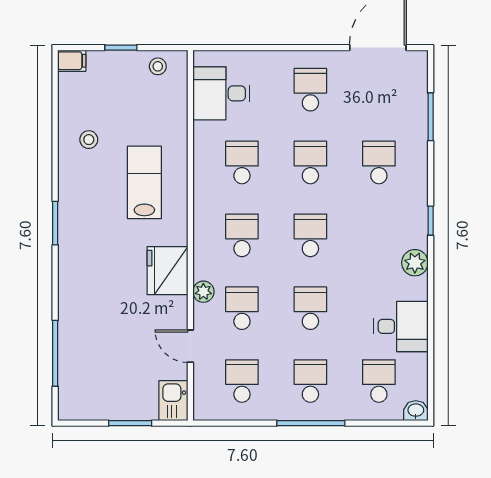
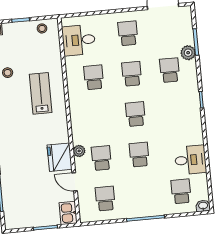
school desk: (242, 235) -> (98, 118), removed
plant: (415, 263) -> (188, 53), moved
fridge: (167, 271) -> (60, 157), moved
school desk: (310, 381) -> (143, 195), removed

